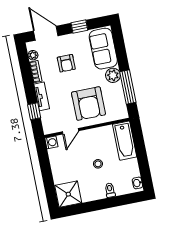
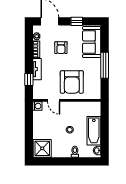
plant: (113, 75) -> (95, 64), removed
window: (128, 87) -> (105, 65), moved
door: (70, 131) -> (54, 100), hinge flipped
bathtub: (125, 141) -> (94, 131), moved

